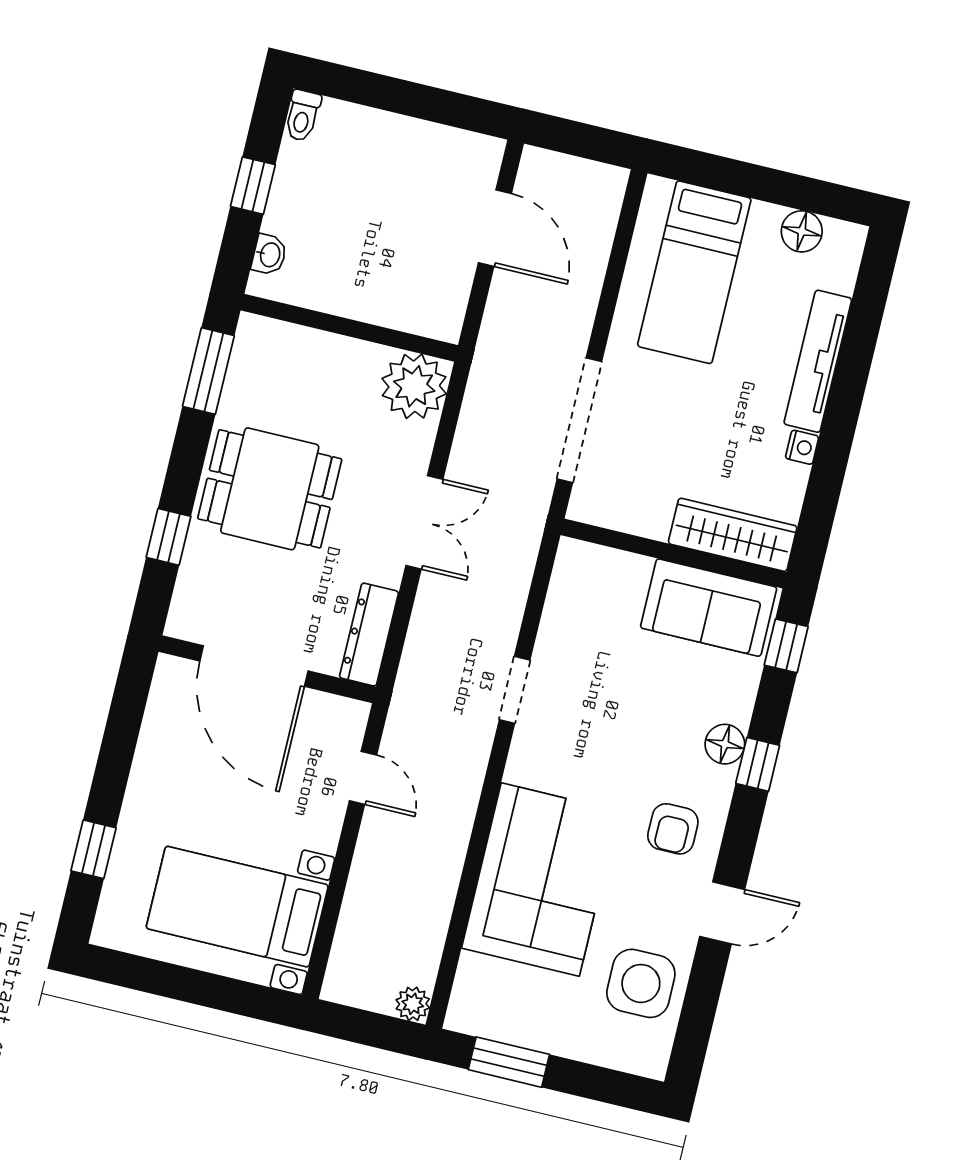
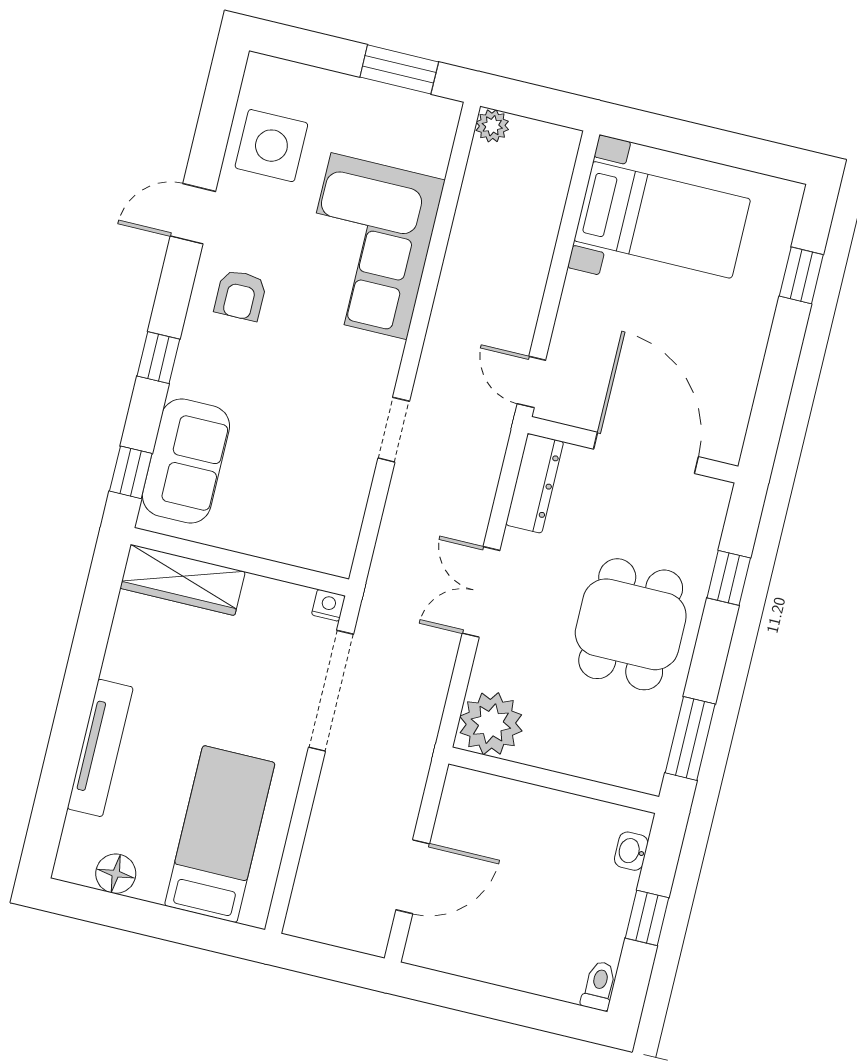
door: (495, 228) -> (413, 877), swing flipped
nightstand: (802, 447) -> (328, 605), moved, turned 90
dining table: (270, 489) -> (631, 624), turned 90
sofa: (709, 608) -> (186, 461), moved, turned 90
floor lamp: (725, 744) -> (190, 377), removed
door: (363, 778) -> (531, 382), moved
armchair: (673, 829) -> (240, 295), turned 180

